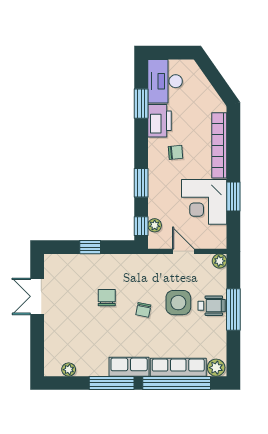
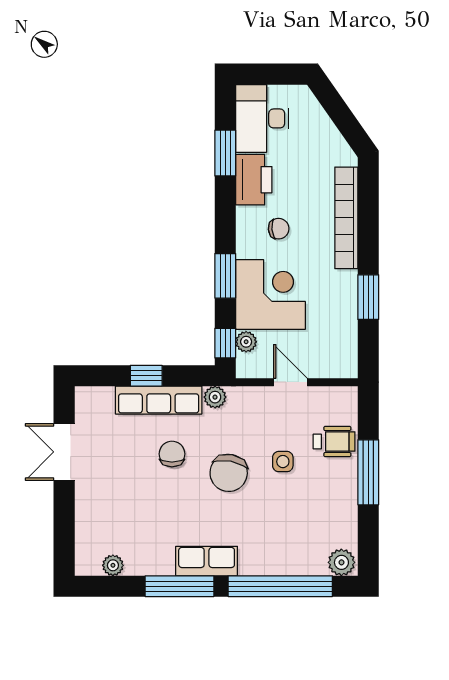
corner desk: (204, 202) -> (271, 294), moved, turned 180
plant: (220, 261) -> (215, 397), moved
side table: (178, 303) -> (283, 462), width x0.54, depth x0.54
wheelchair: (212, 306) -> (334, 442), moved
chair: (143, 310) -> (229, 473), width x1.87, depth x1.87
row of seats: (178, 367) -> (159, 400), moved, turned 180

